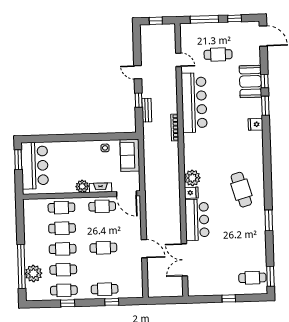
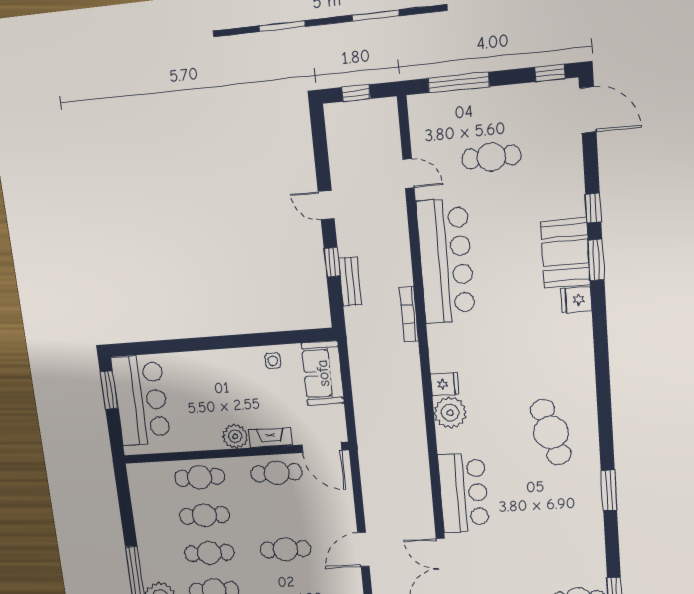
window: (235, 18) -> (550, 73), moved
booth: (251, 81) -> (566, 253), moved
fridge: (191, 193) -> (445, 384), moved
door: (144, 249) -> (363, 549), swing flipped

